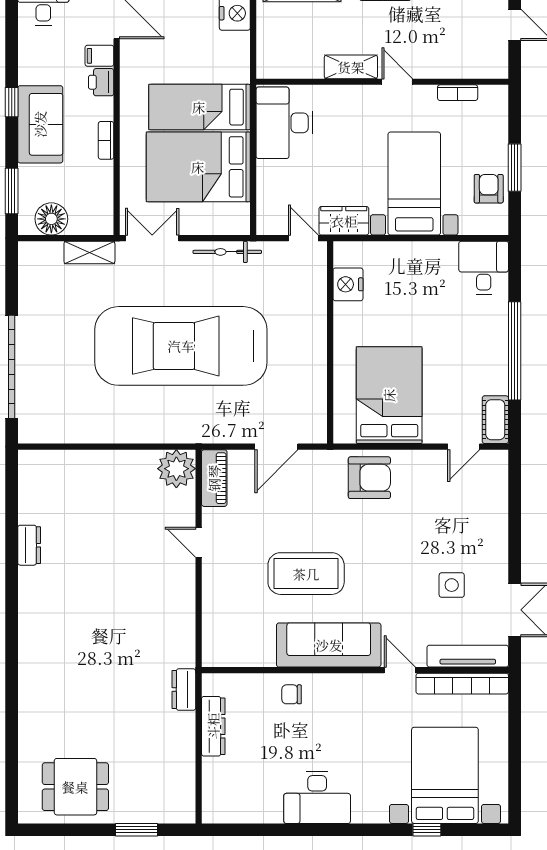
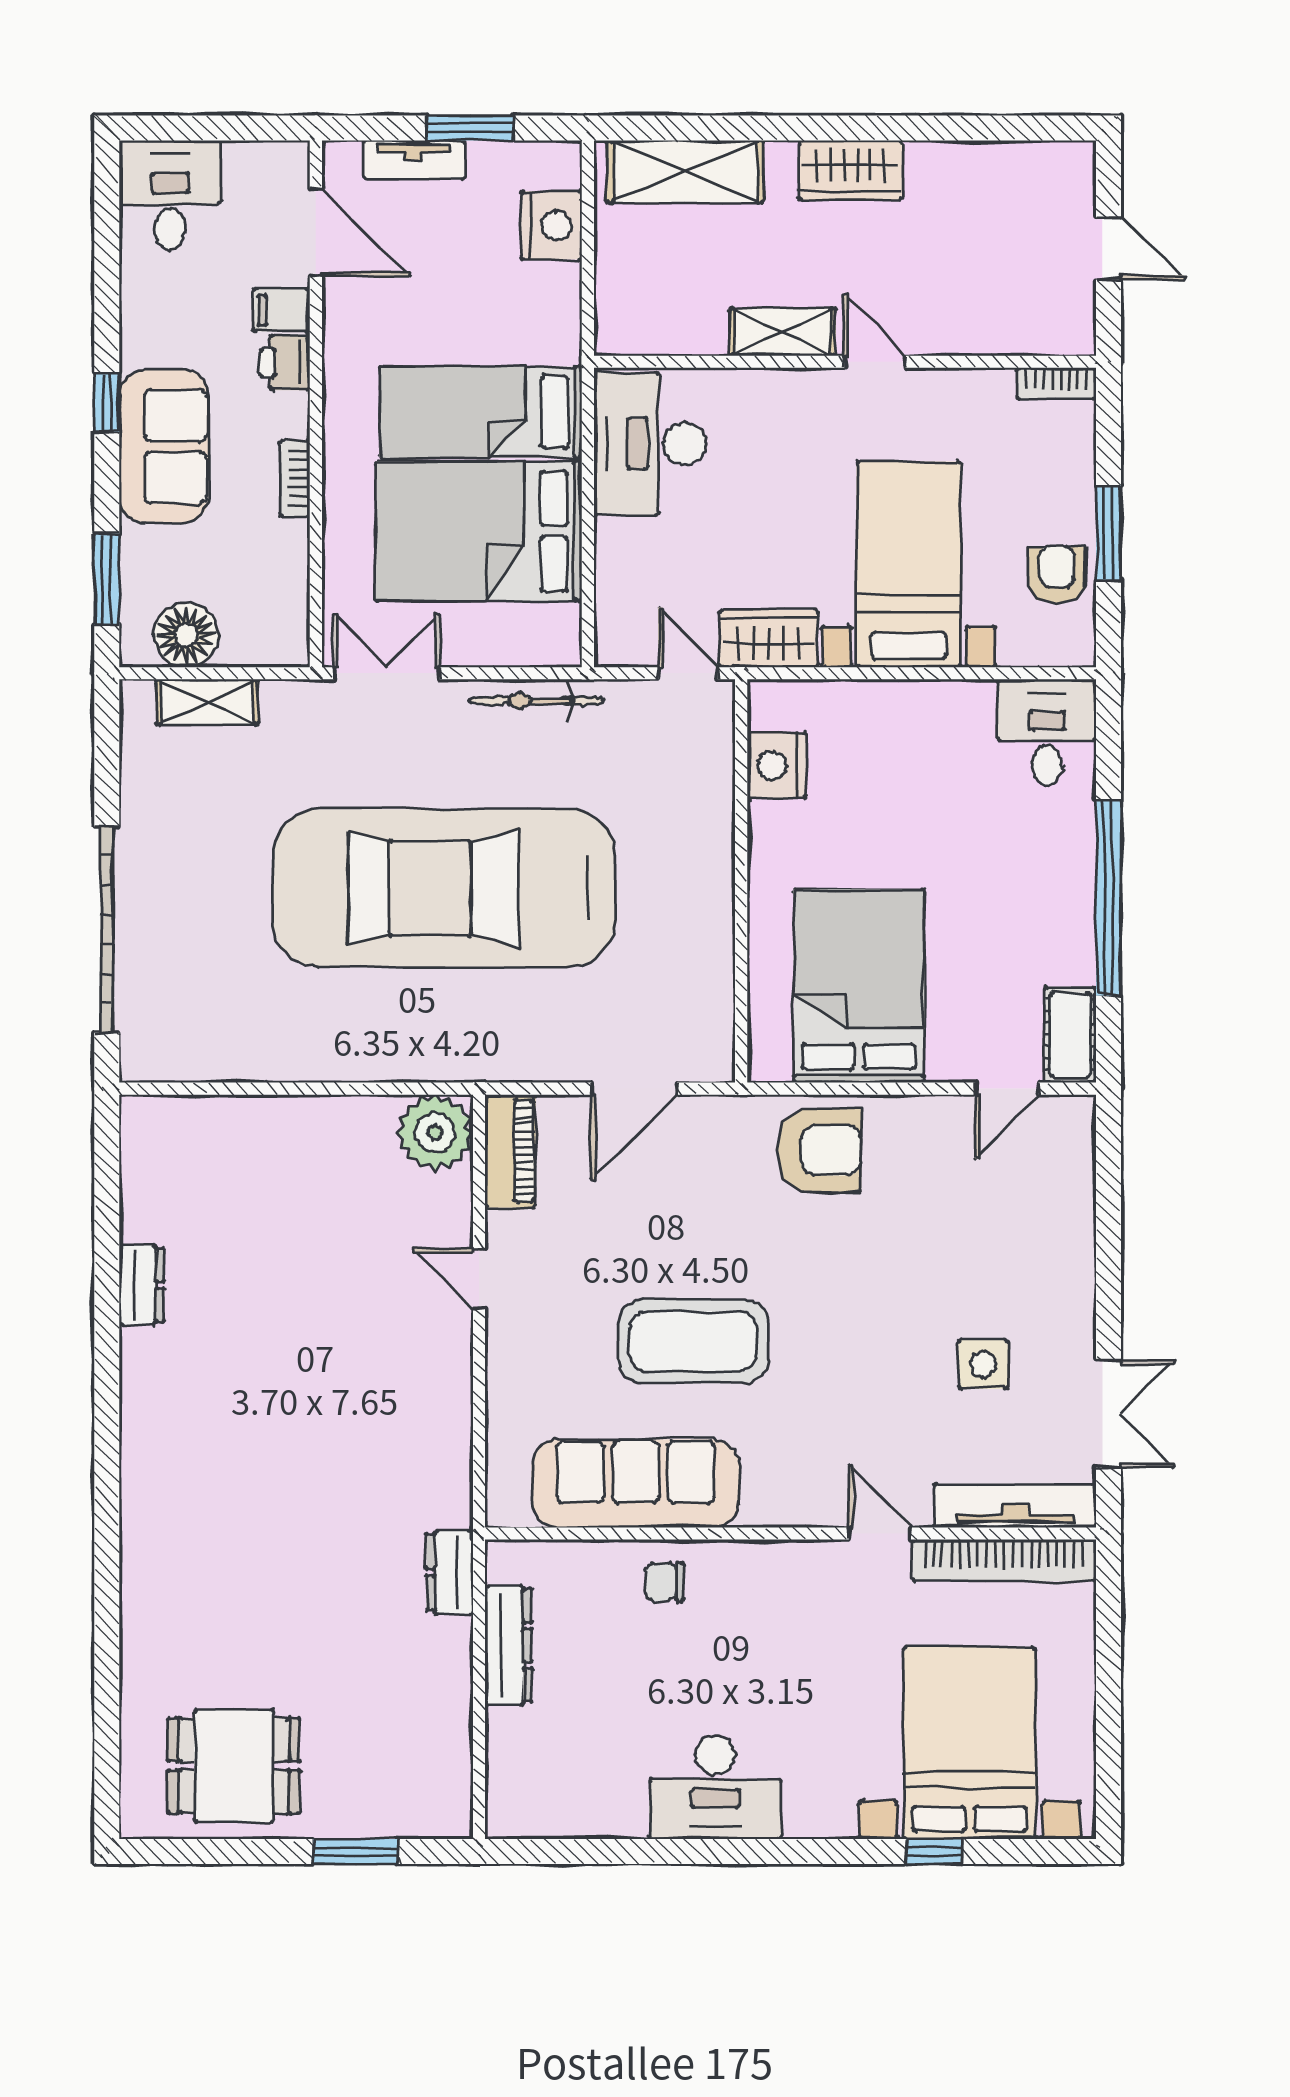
bookcase: (458, 93) -> (1056, 384), moved
shelving: (89, 253) -> (207, 702), moved
sofa: (329, 645) -> (636, 1484), moved

